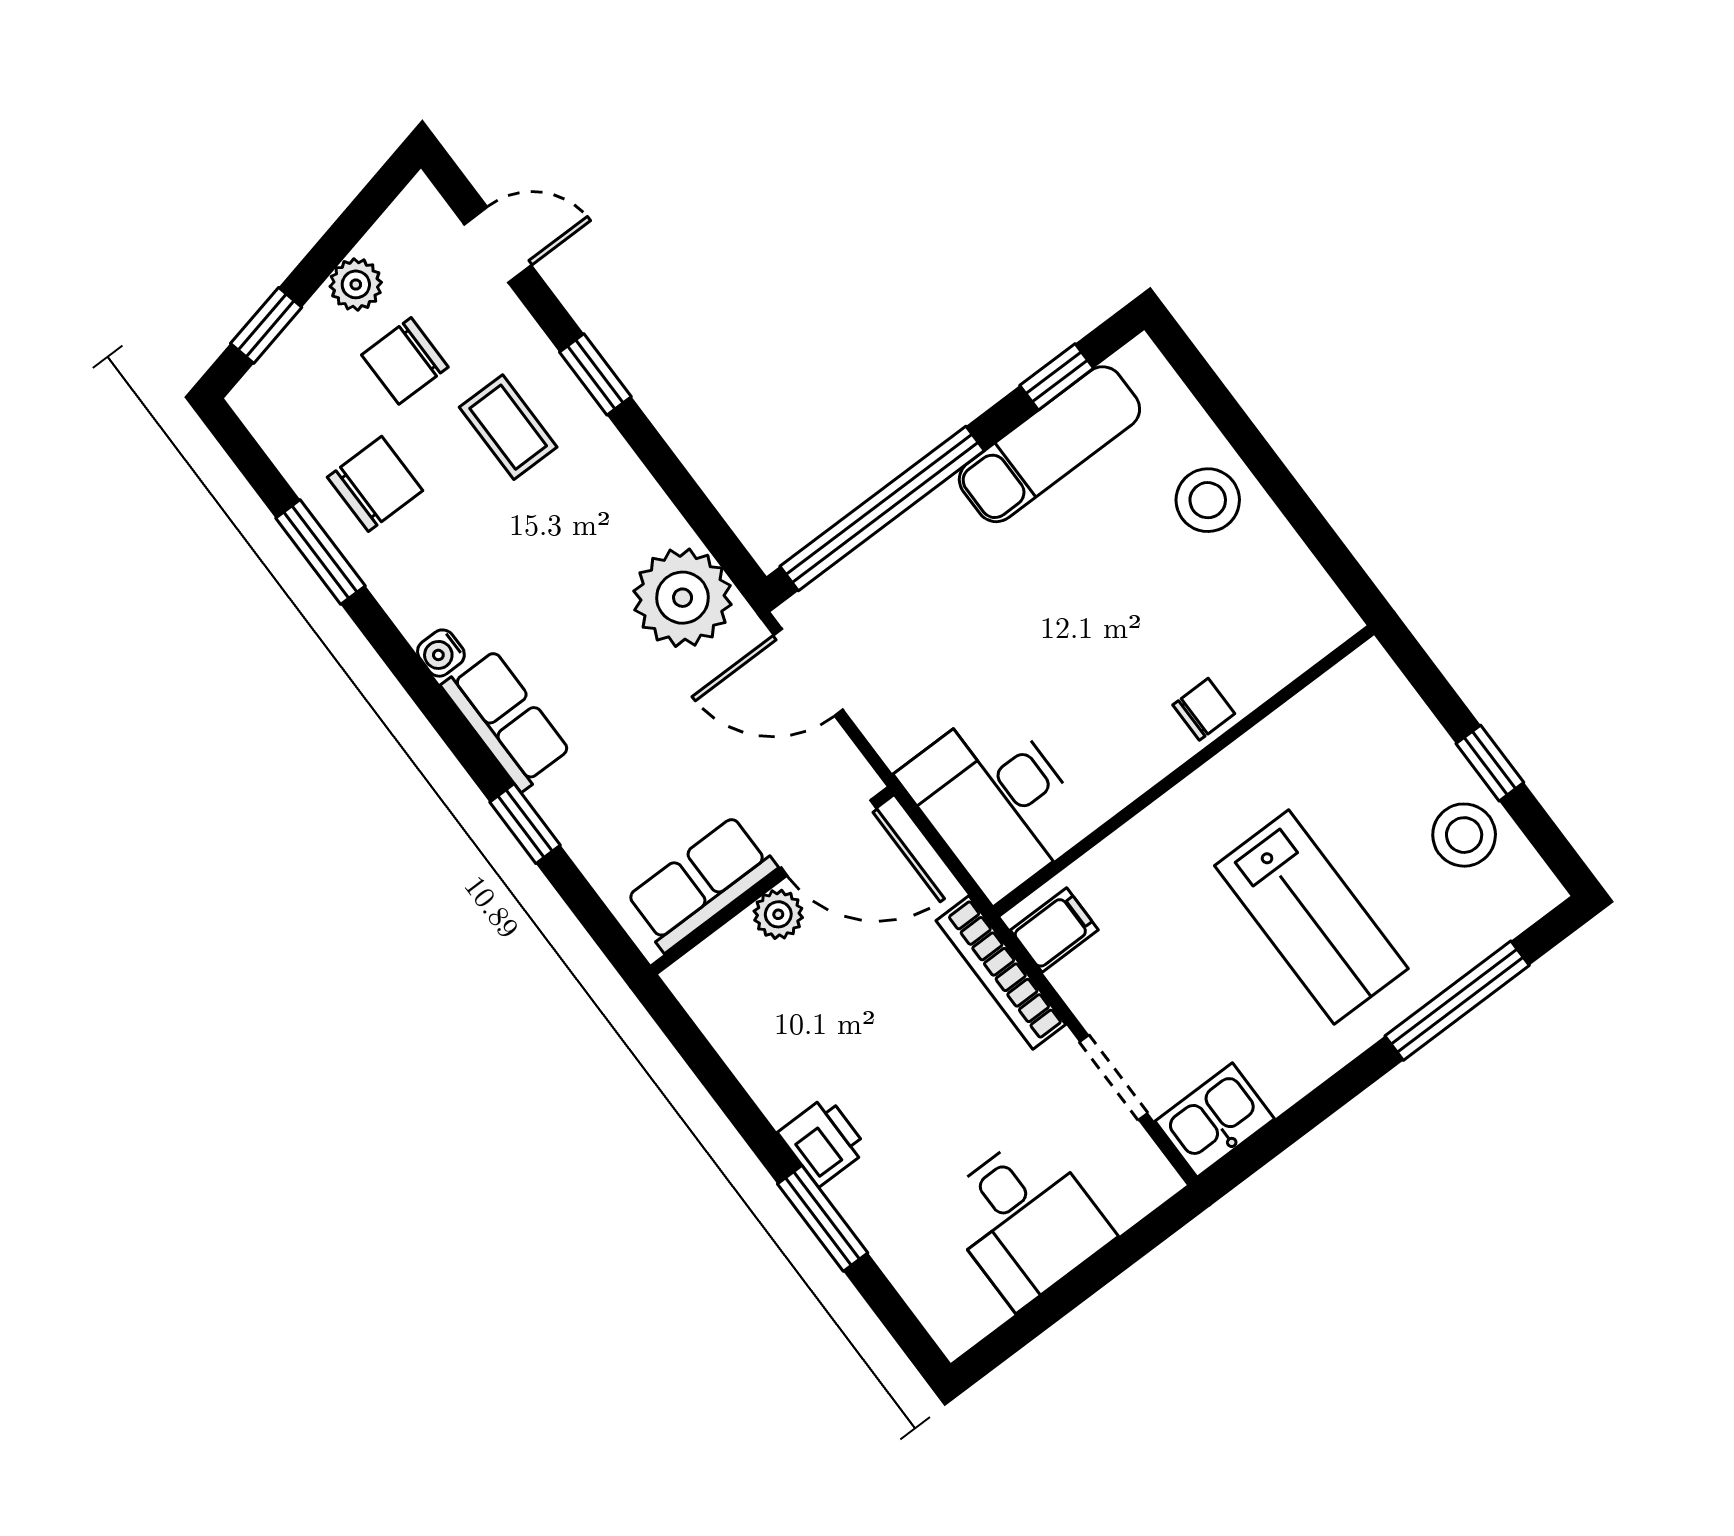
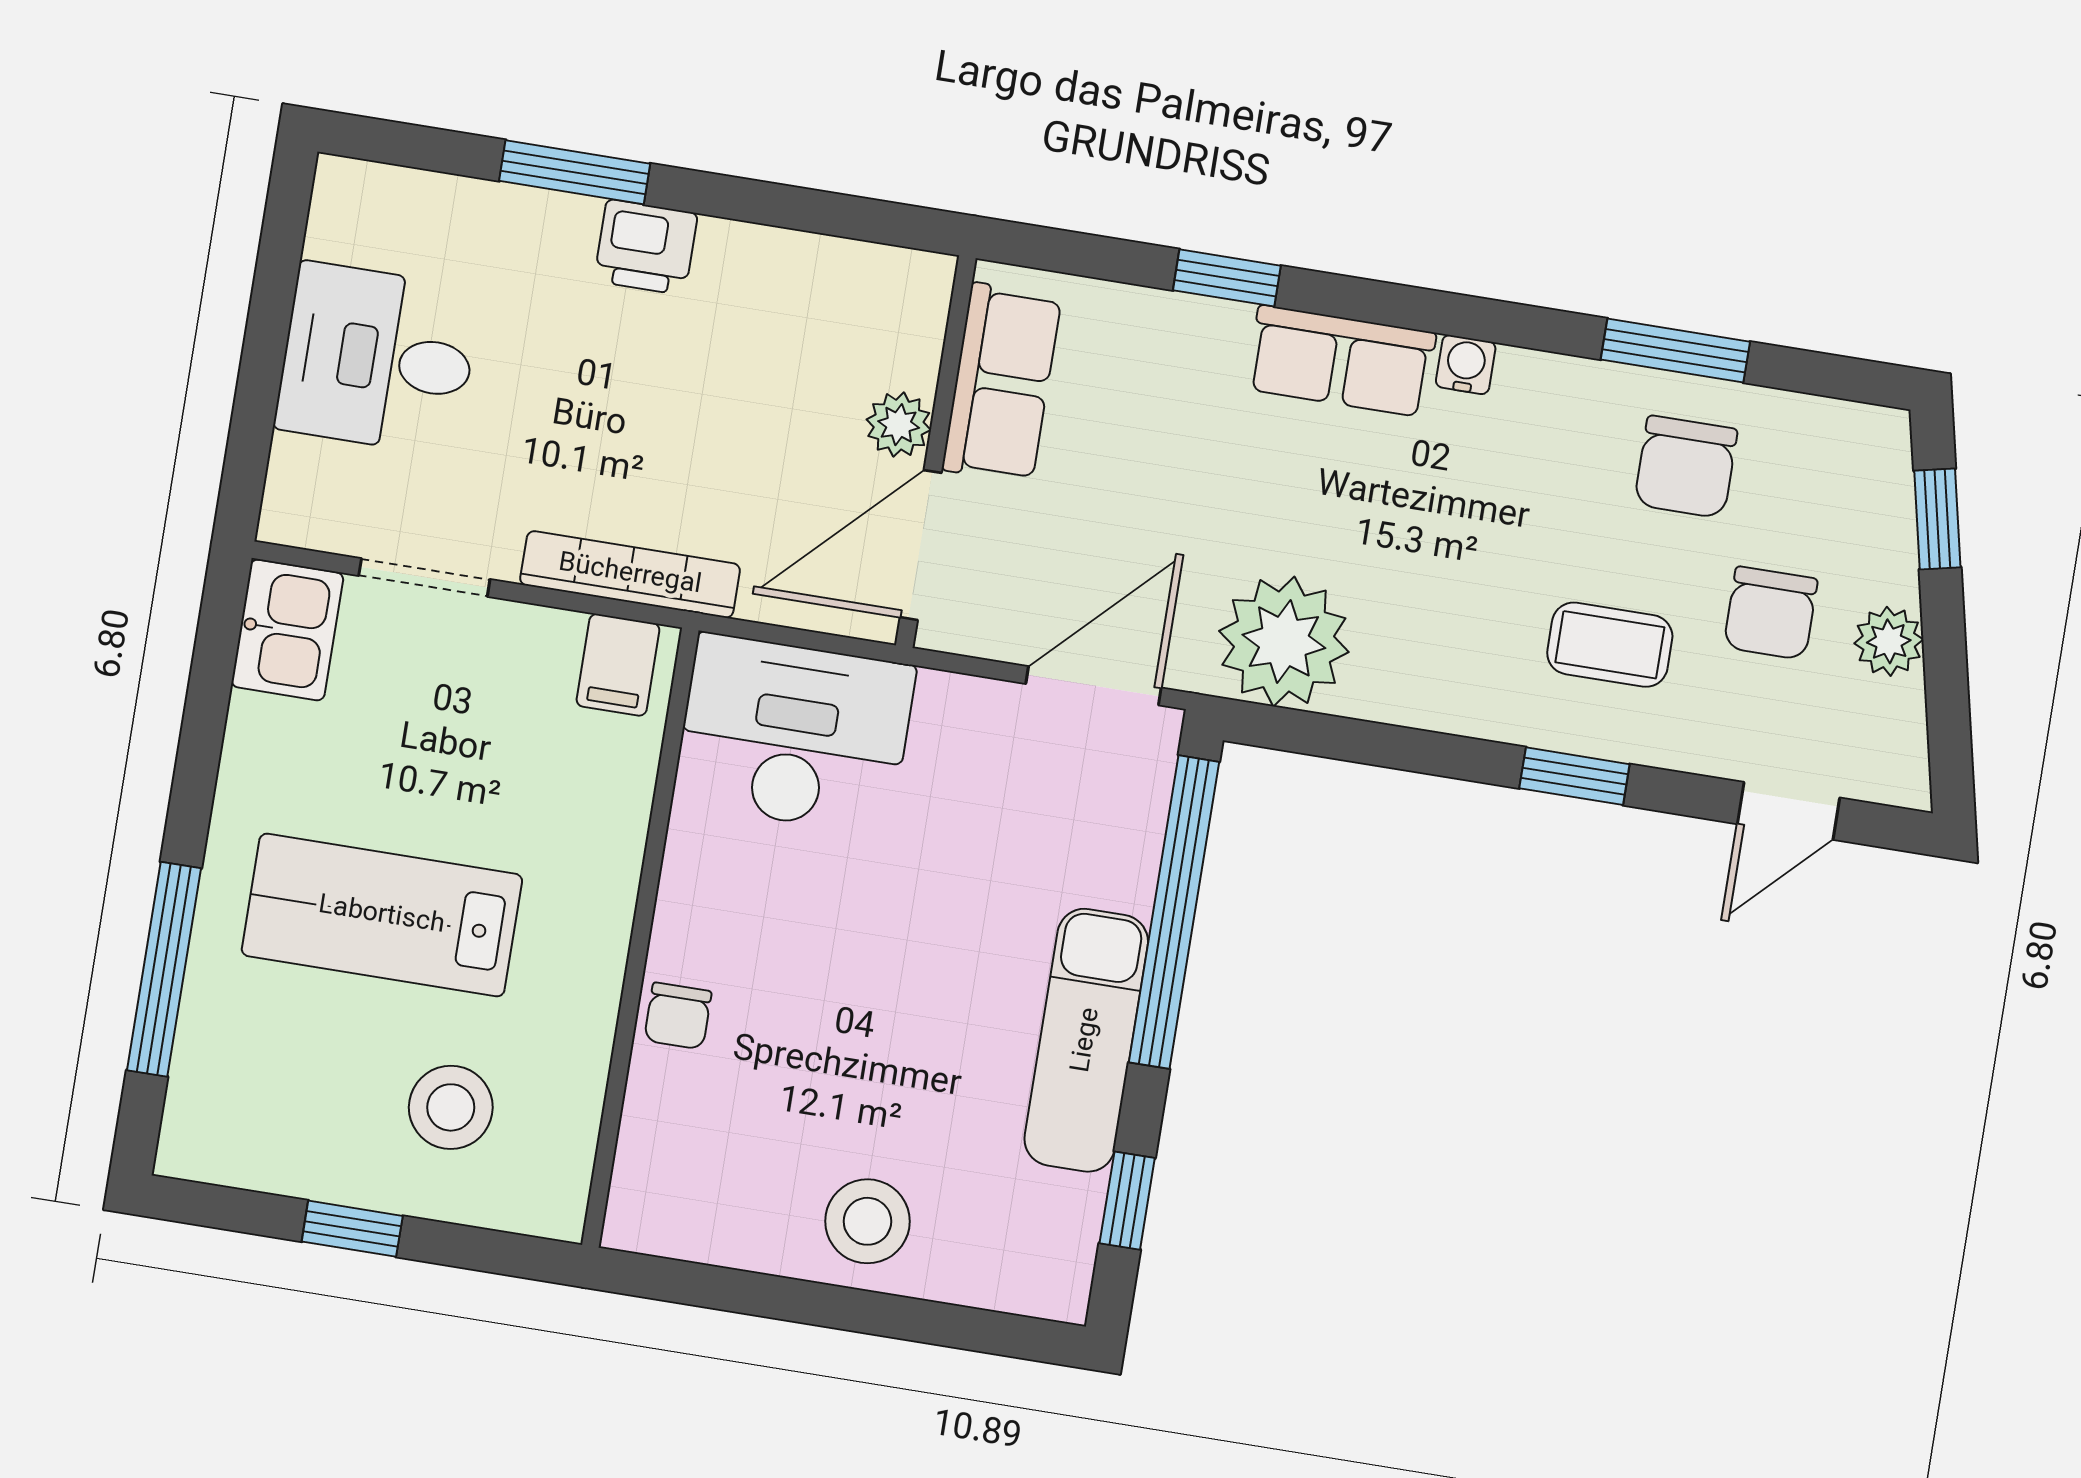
chair: (405, 361) -> (1771, 613), turned 180
exam couch: (1049, 444) -> (1086, 1040), moved
stool: (1464, 835) -> (451, 1107), moved

